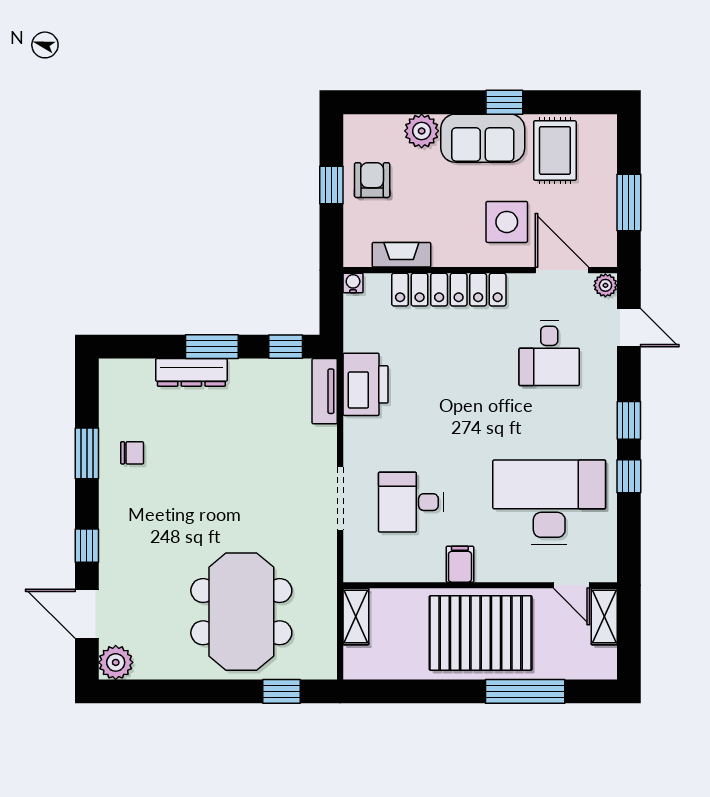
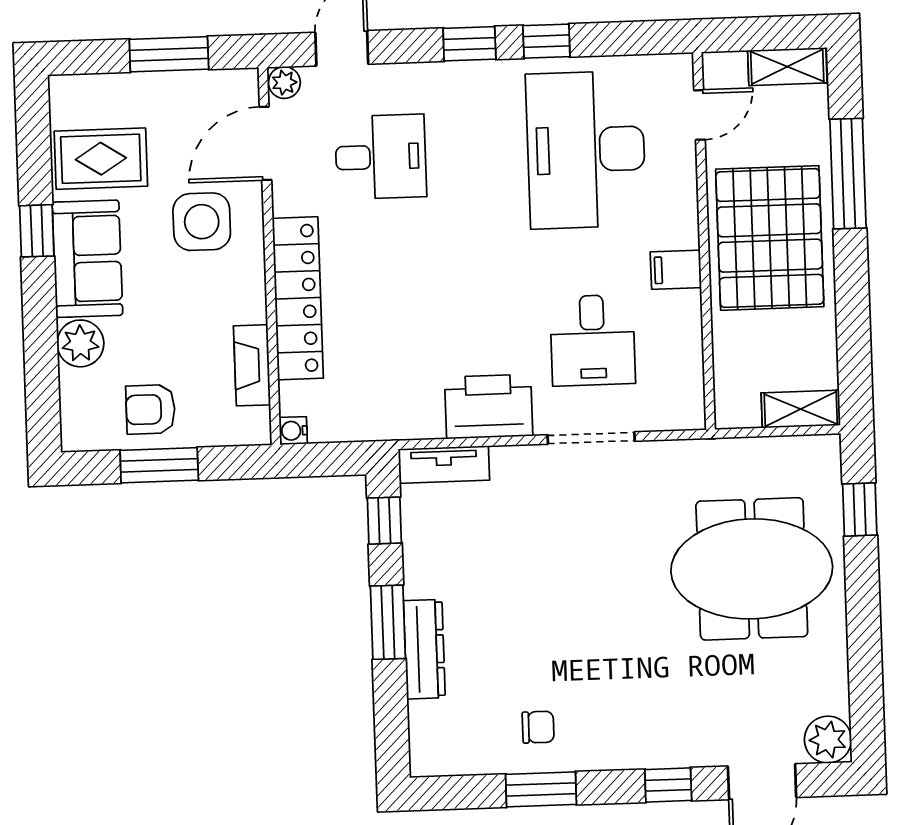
window: (331, 185) -> (159, 465), width x1.50
printer: (366, 384) -> (489, 407), moved
chair: (132, 453) -> (538, 727), turned 90
shelving: (356, 617) -> (801, 409), moved
shelving: (604, 617) -> (787, 67), moved

